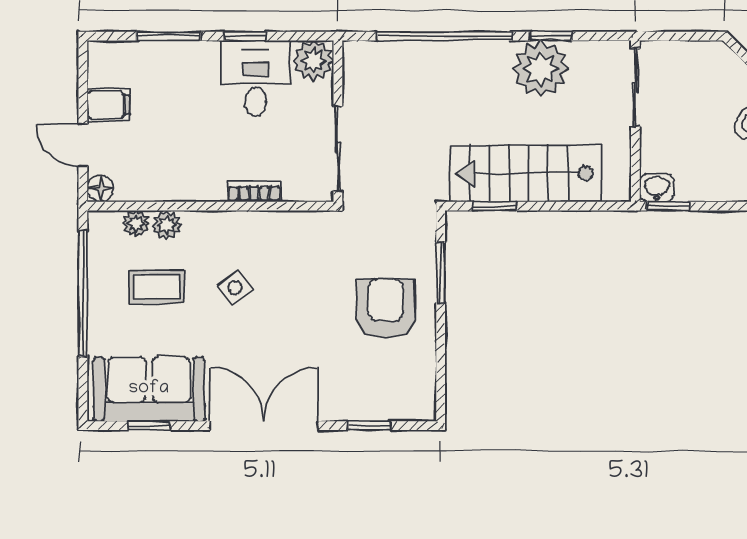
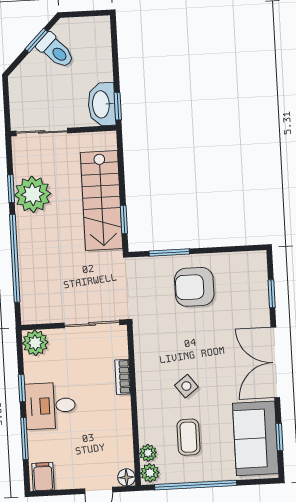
desk: (256, 78) -> (50, 406), moved
filing cabinet: (108, 105) -> (43, 477), moved
washbasin: (657, 188) -> (102, 104), width x1.91, depth x1.45
plant: (167, 225) -> (150, 473), moved

